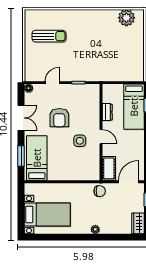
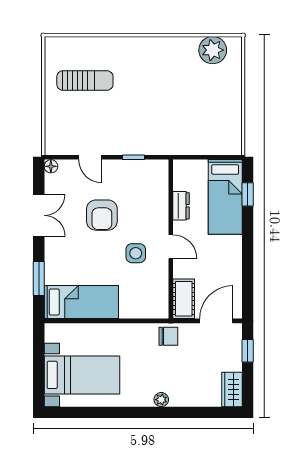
door: (52, 83) -> (90, 157), swing flipped
bed: (37, 158) -> (81, 302), moved, turned 90

